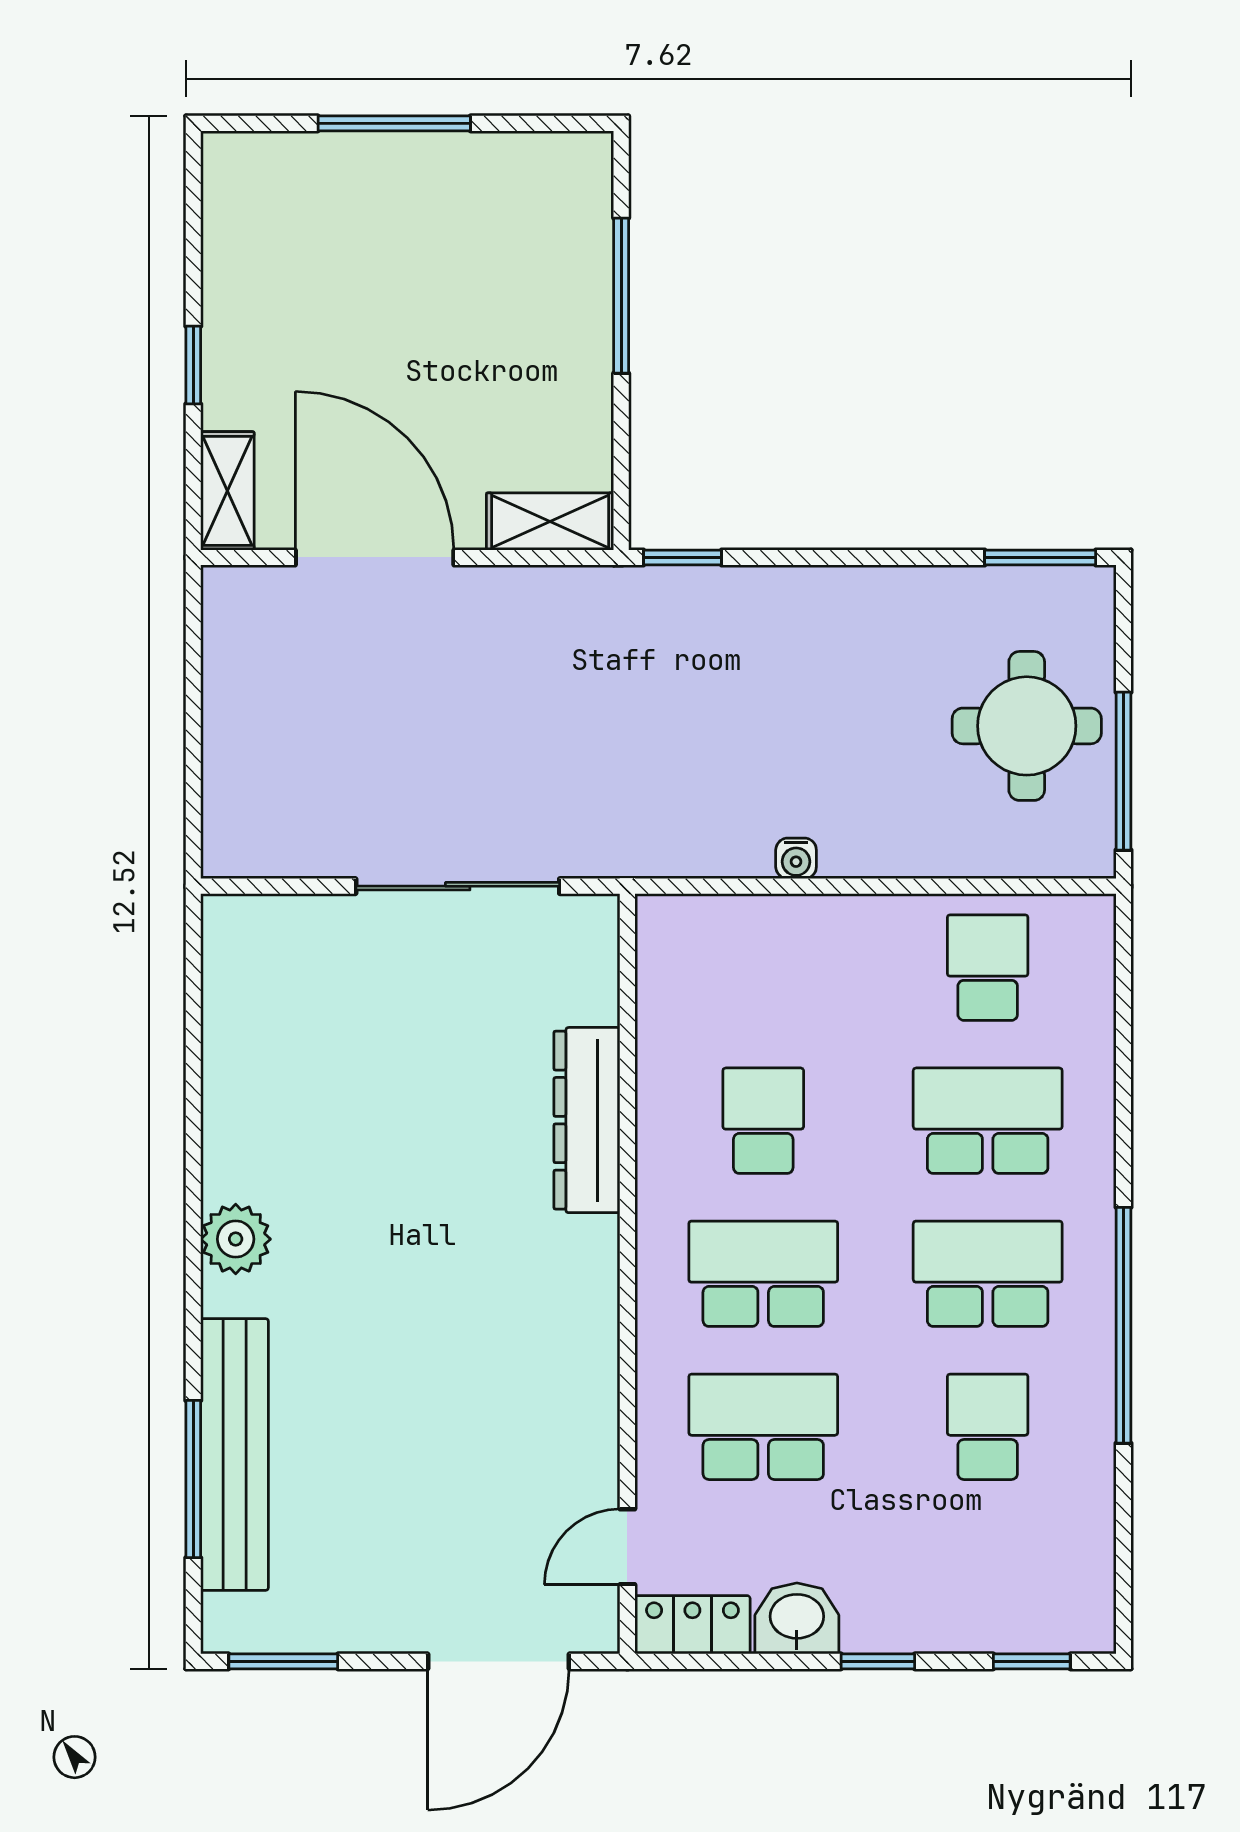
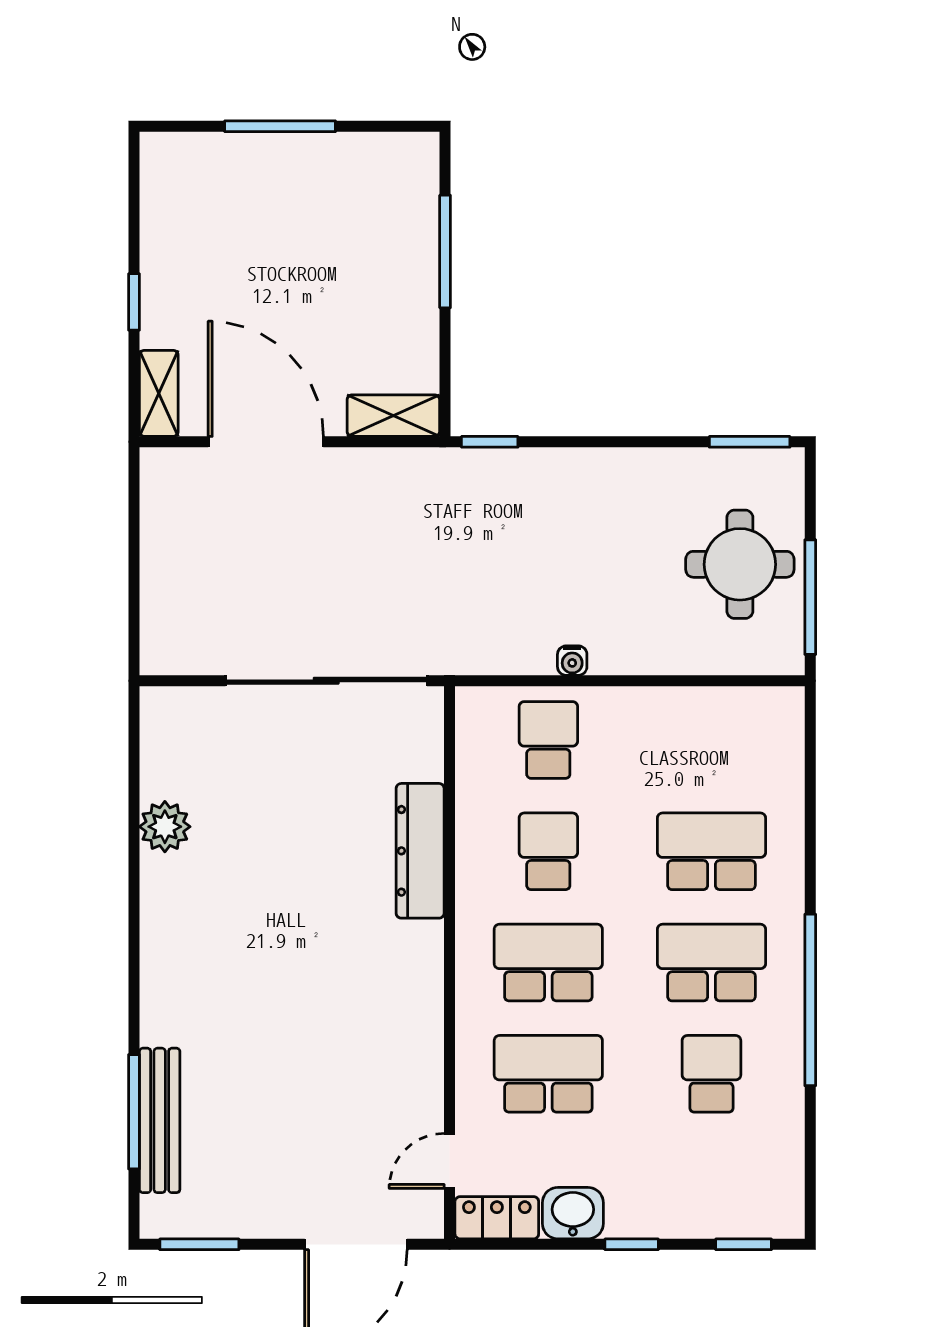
sliding door: (458, 886) -> (326, 681), width x1.36
school desk: (988, 968) -> (548, 740), moved
plant: (236, 1239) -> (165, 827), moved
bench: (235, 1454) -> (160, 1120), width x0.73, depth x0.82

